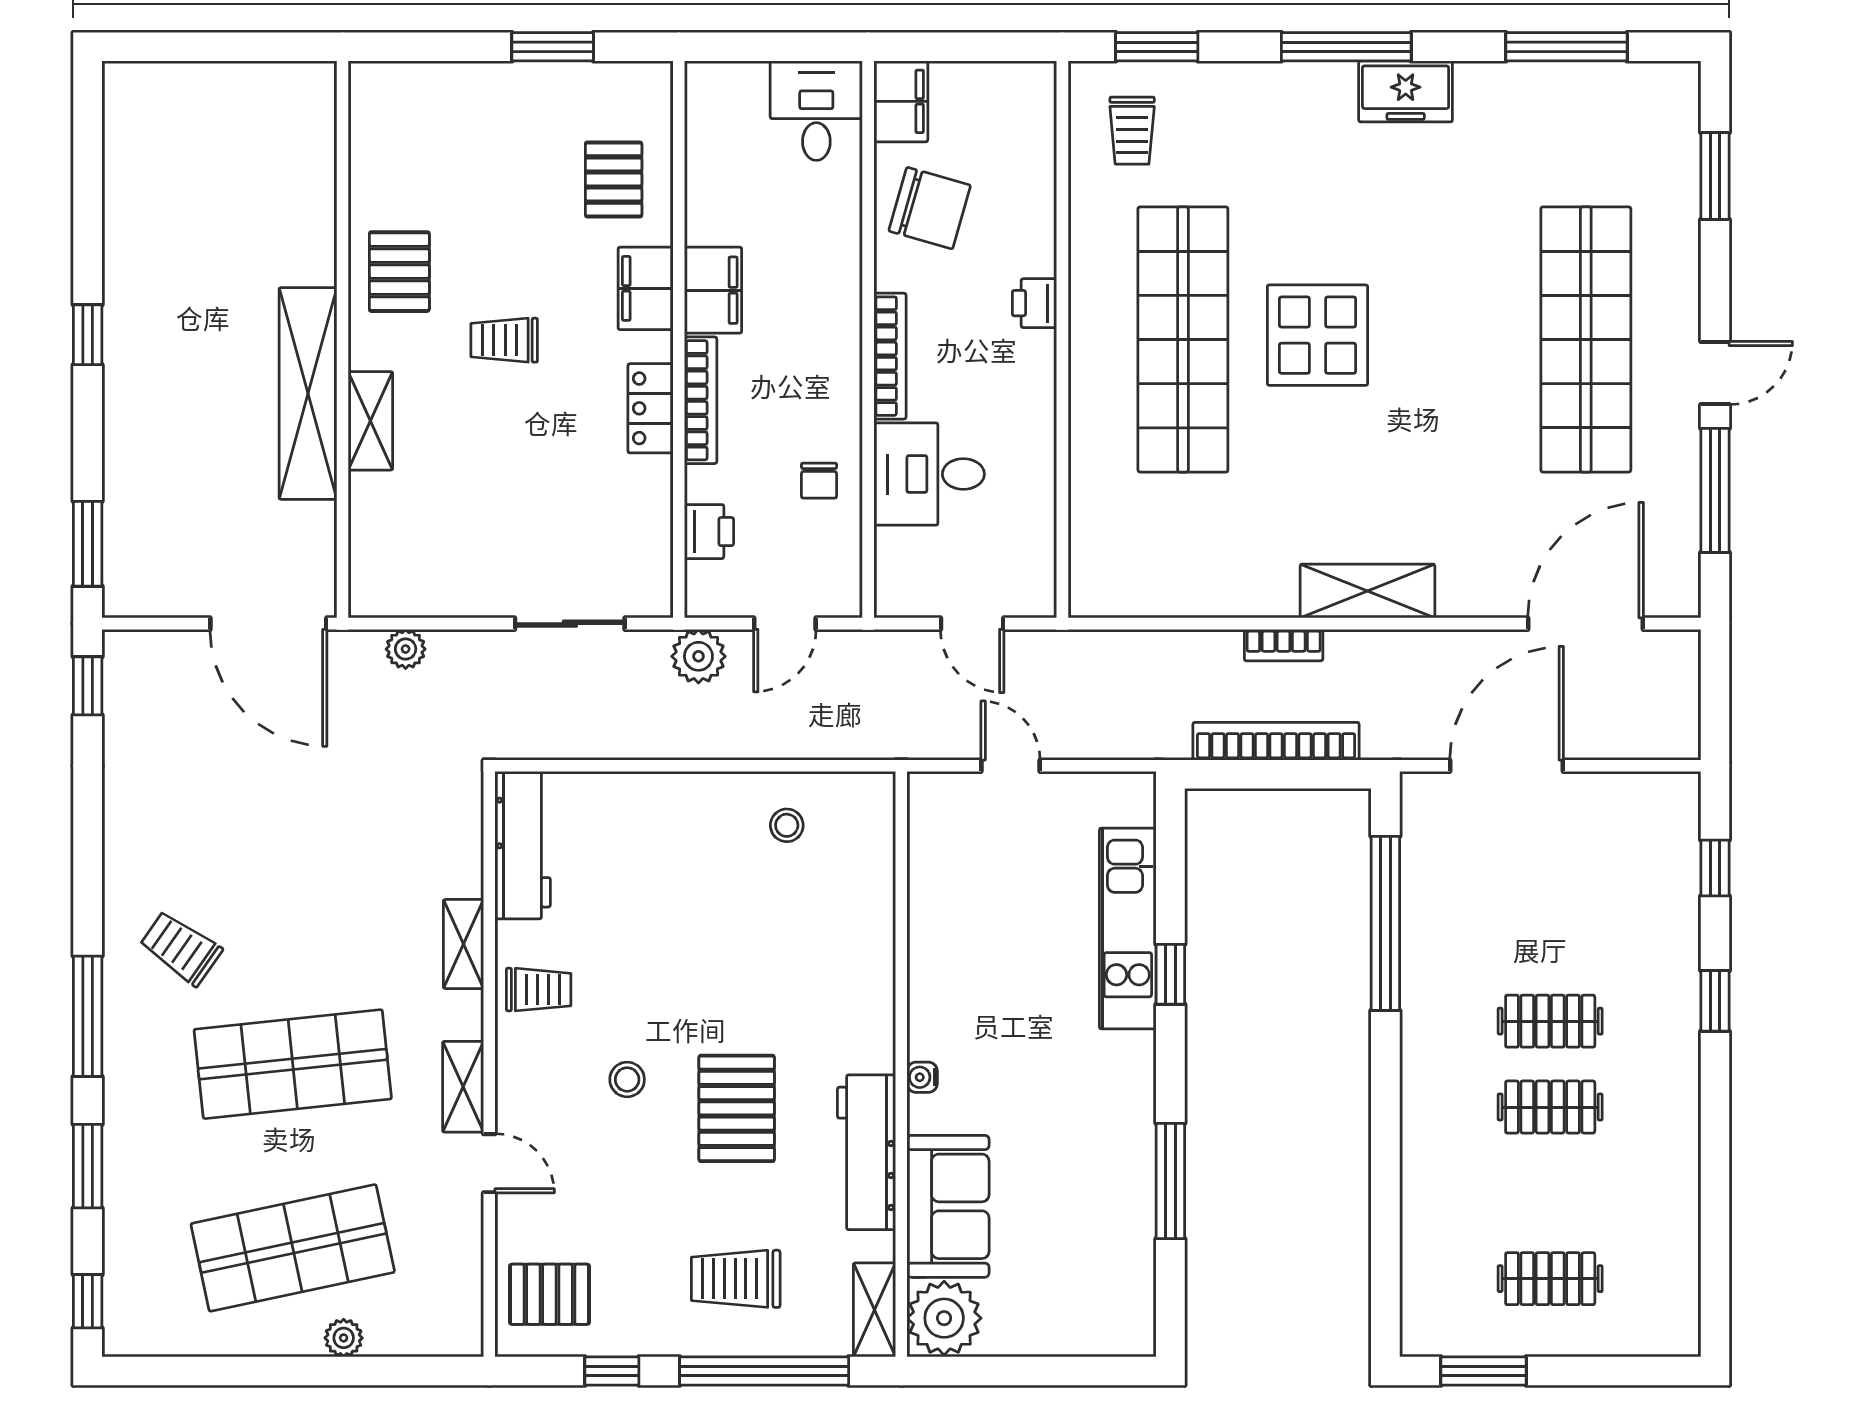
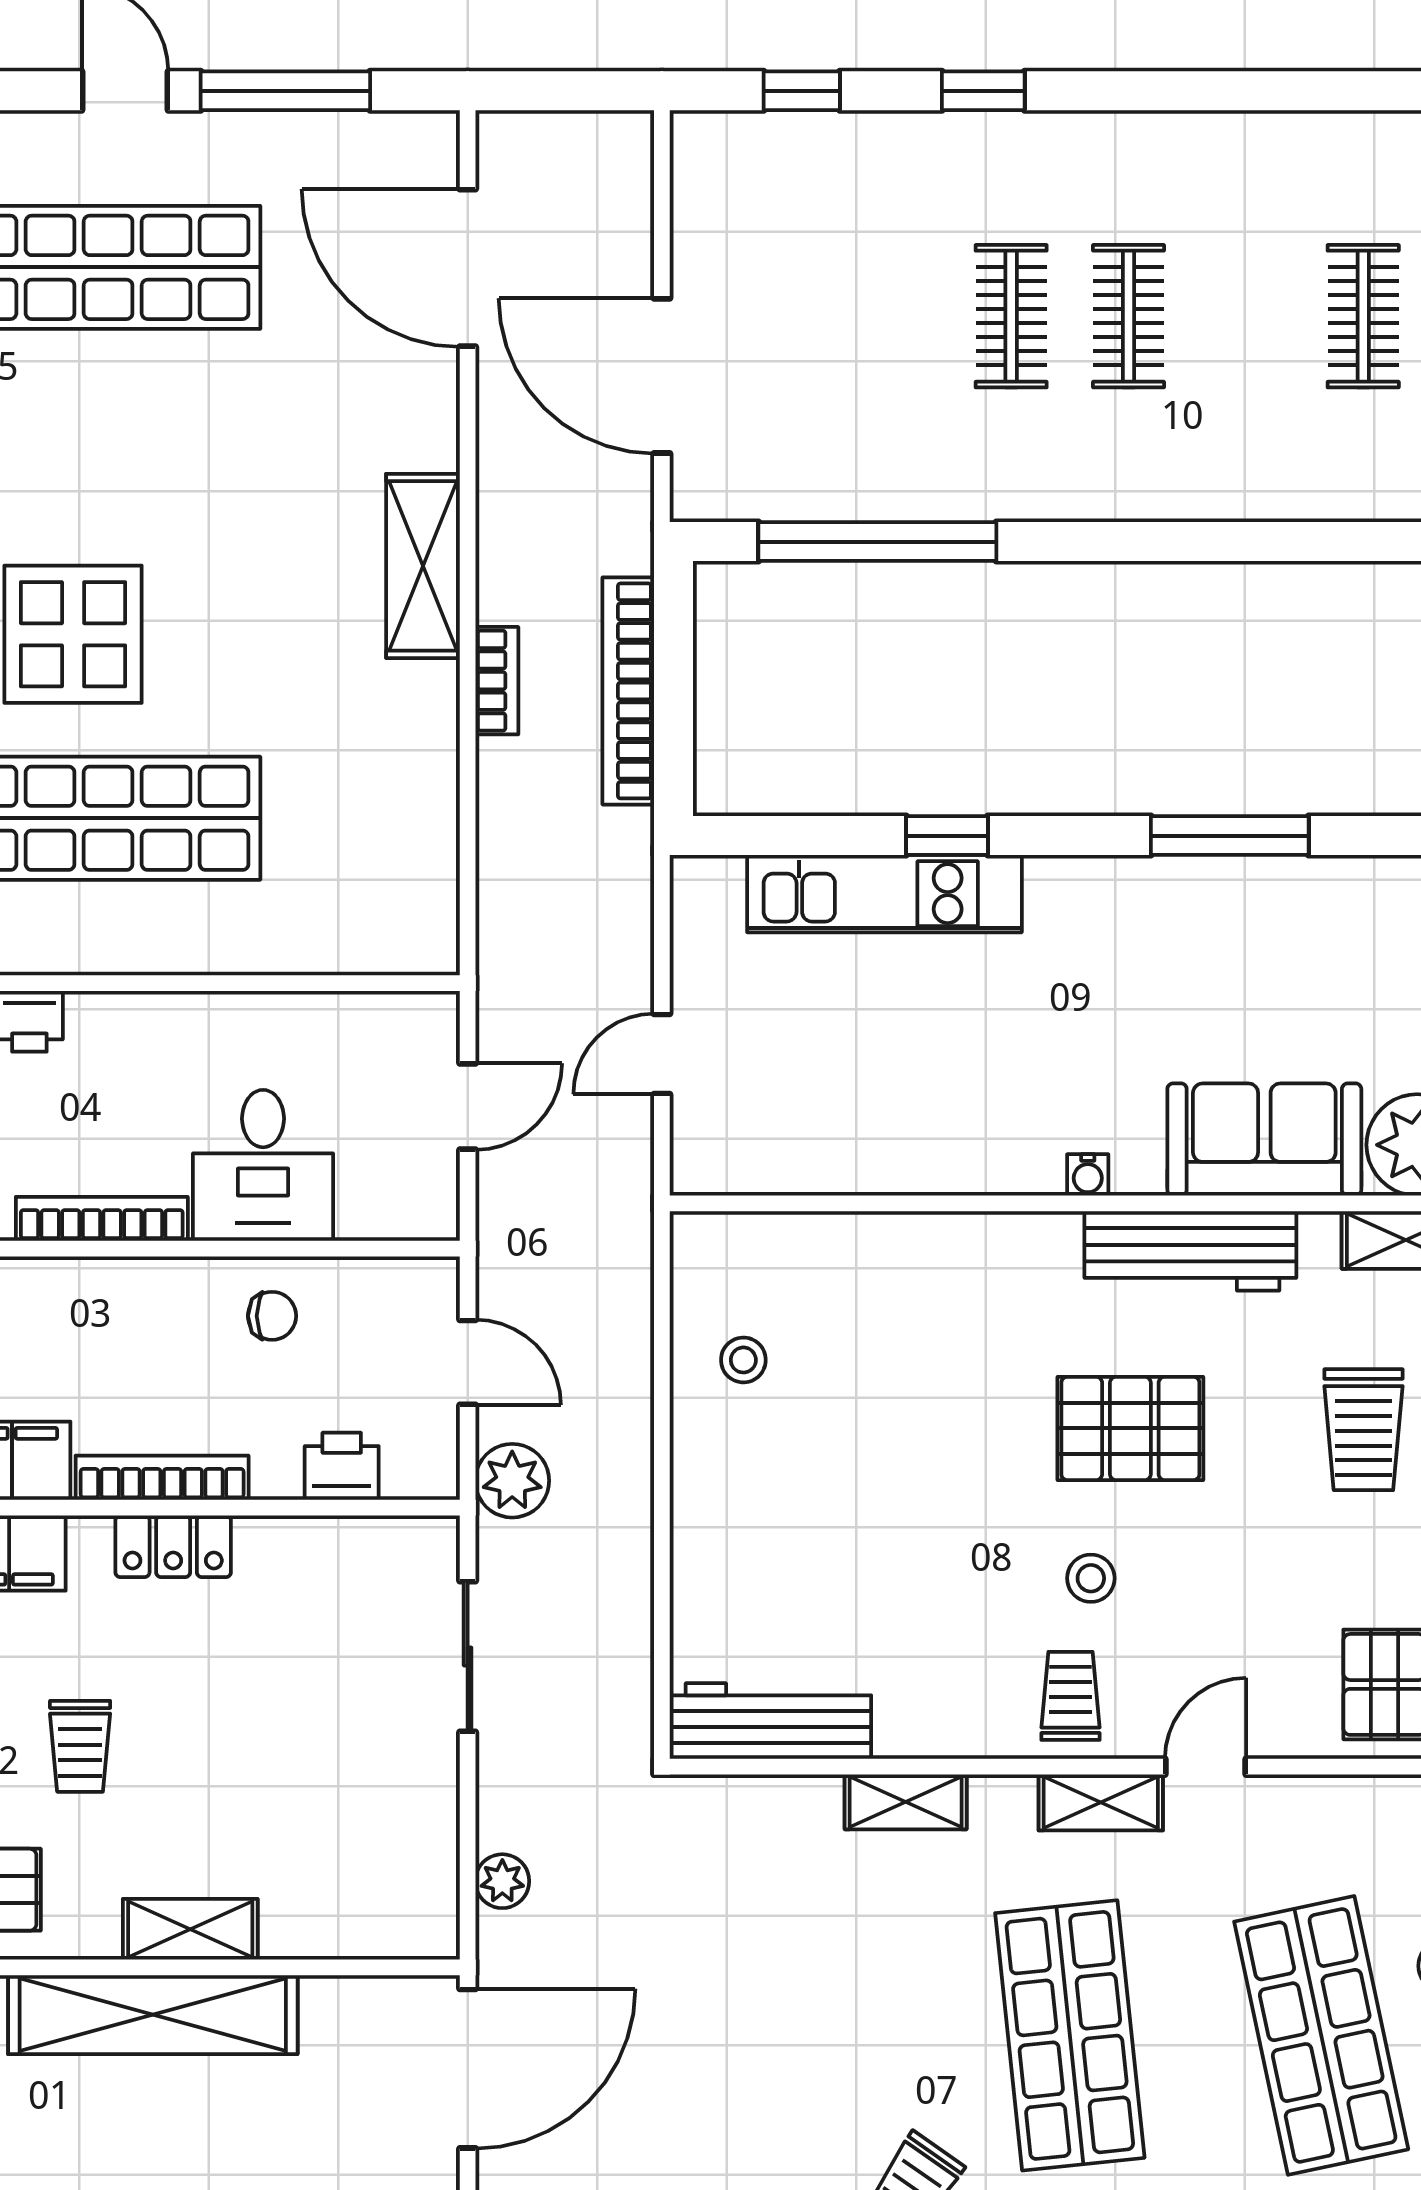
trolley: (539, 990) -> (1070, 1696), moved

